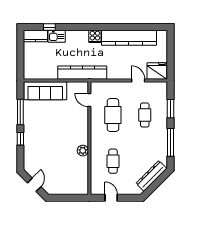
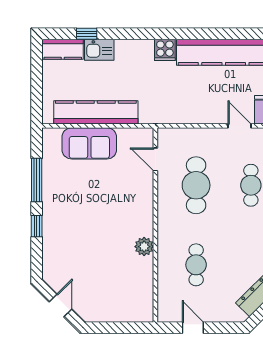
kitchen counter: (82, 73) -> (96, 112), moved
sofa: (45, 91) -> (89, 143), width x0.73

